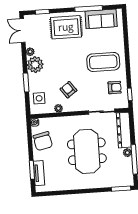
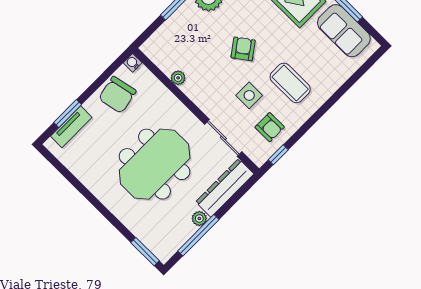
coffee table: (103, 62) -> (290, 83), width x0.73, depth x0.76
armchair: (68, 90) -> (243, 49), moved
side table: (39, 98) -> (249, 95), moved

